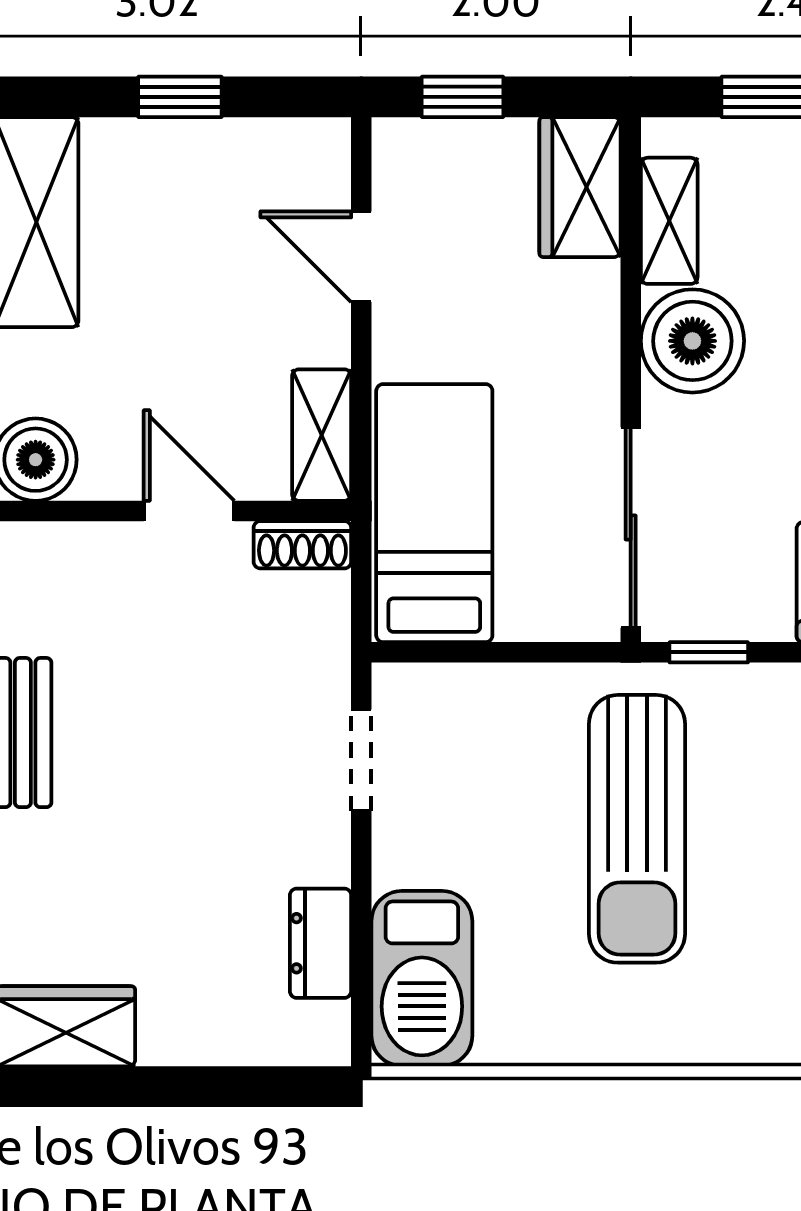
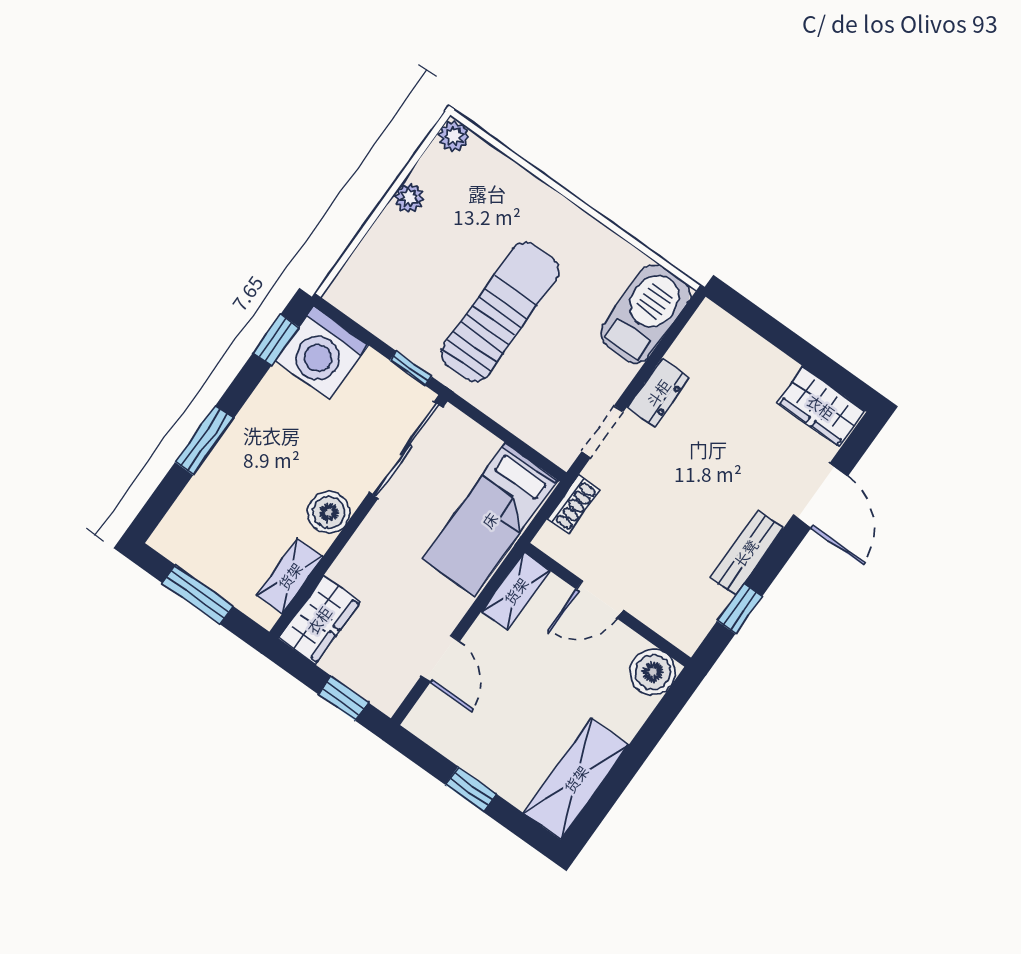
boiler: (692, 341) -> (329, 512), width x0.73, depth x0.73
door: (189, 511) -> (600, 600), hinge flipped
shoe rack: (302, 545) -> (574, 504), moved, turned 90
dresser: (321, 943) -> (658, 393), moved

